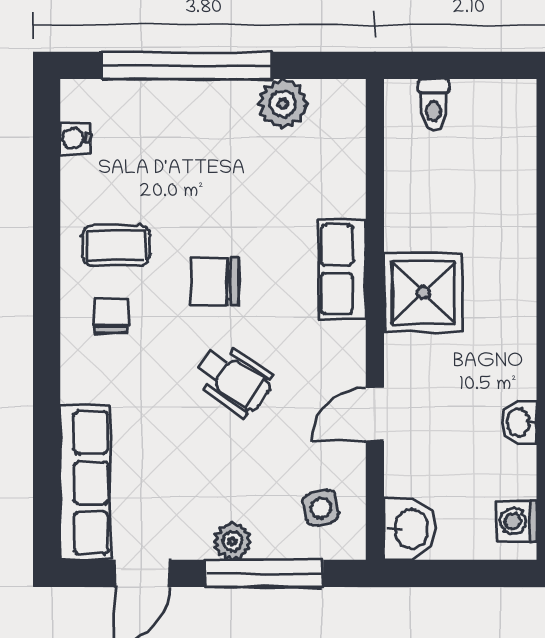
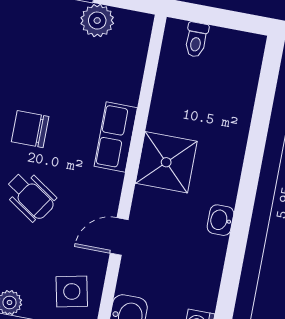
washbasin: (519, 423) -> (220, 220), moved
side table: (321, 508) -> (72, 291), width x1.37, depth x1.37

